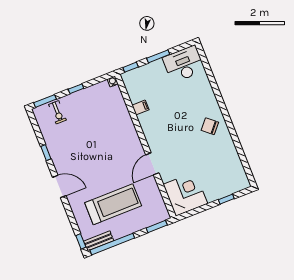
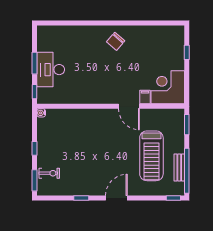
desk: (184, 64) -> (51, 70), moved
filing cabinet: (140, 107) -> (145, 97), moved
treadmill: (113, 204) -> (151, 156), turned 180
bench: (99, 241) -> (179, 168), moved

